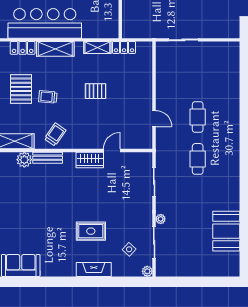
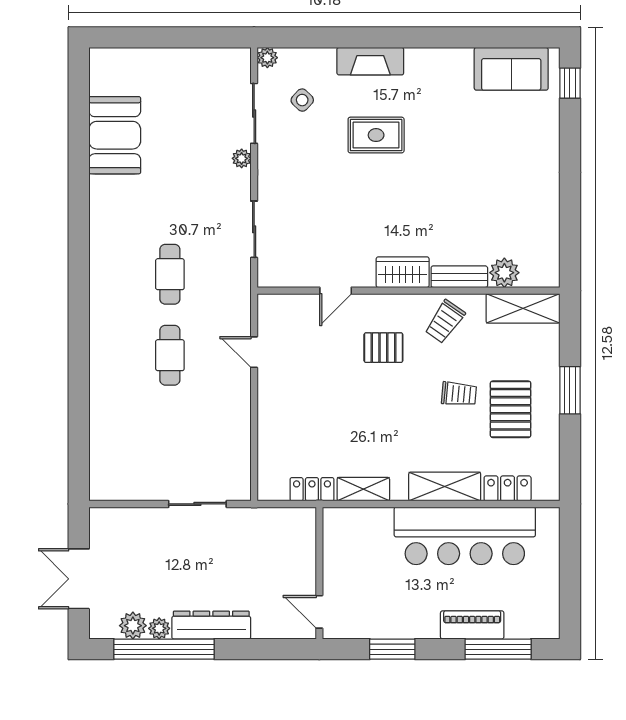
pallet: (96, 91) -> (383, 348), moved
wardrobe: (90, 160) -> (403, 272), moved

